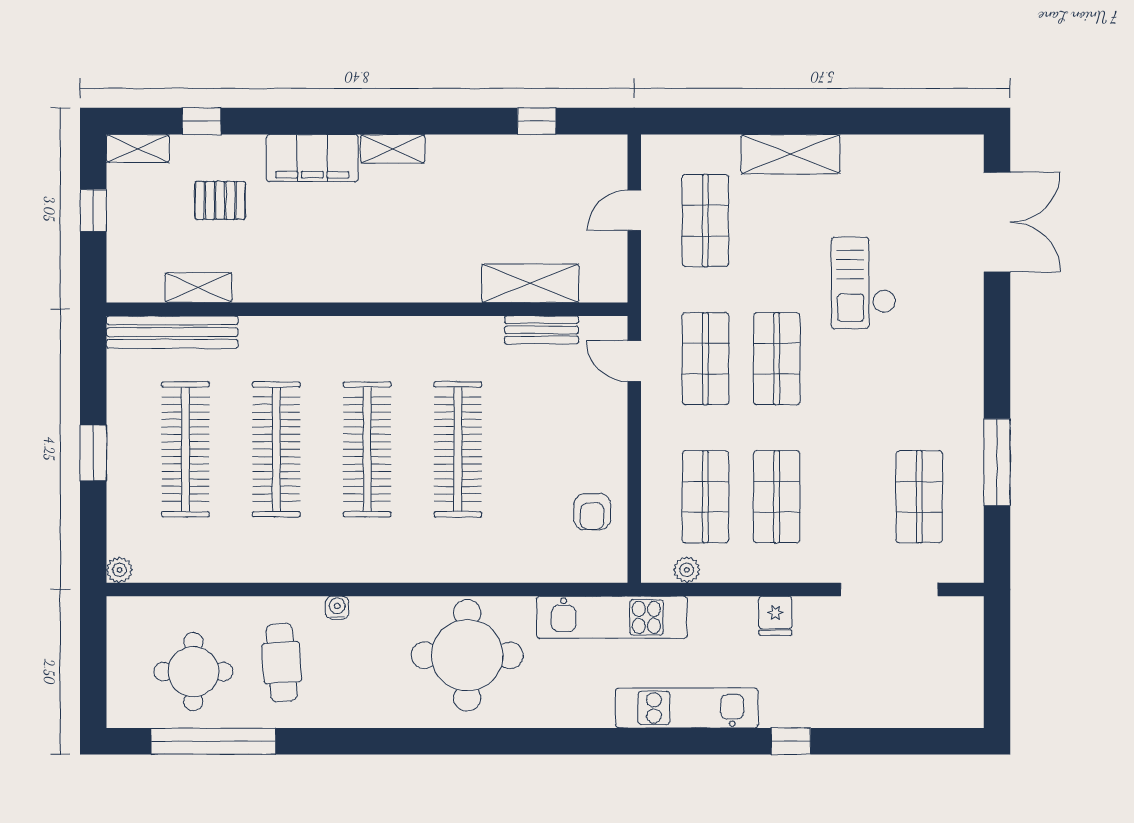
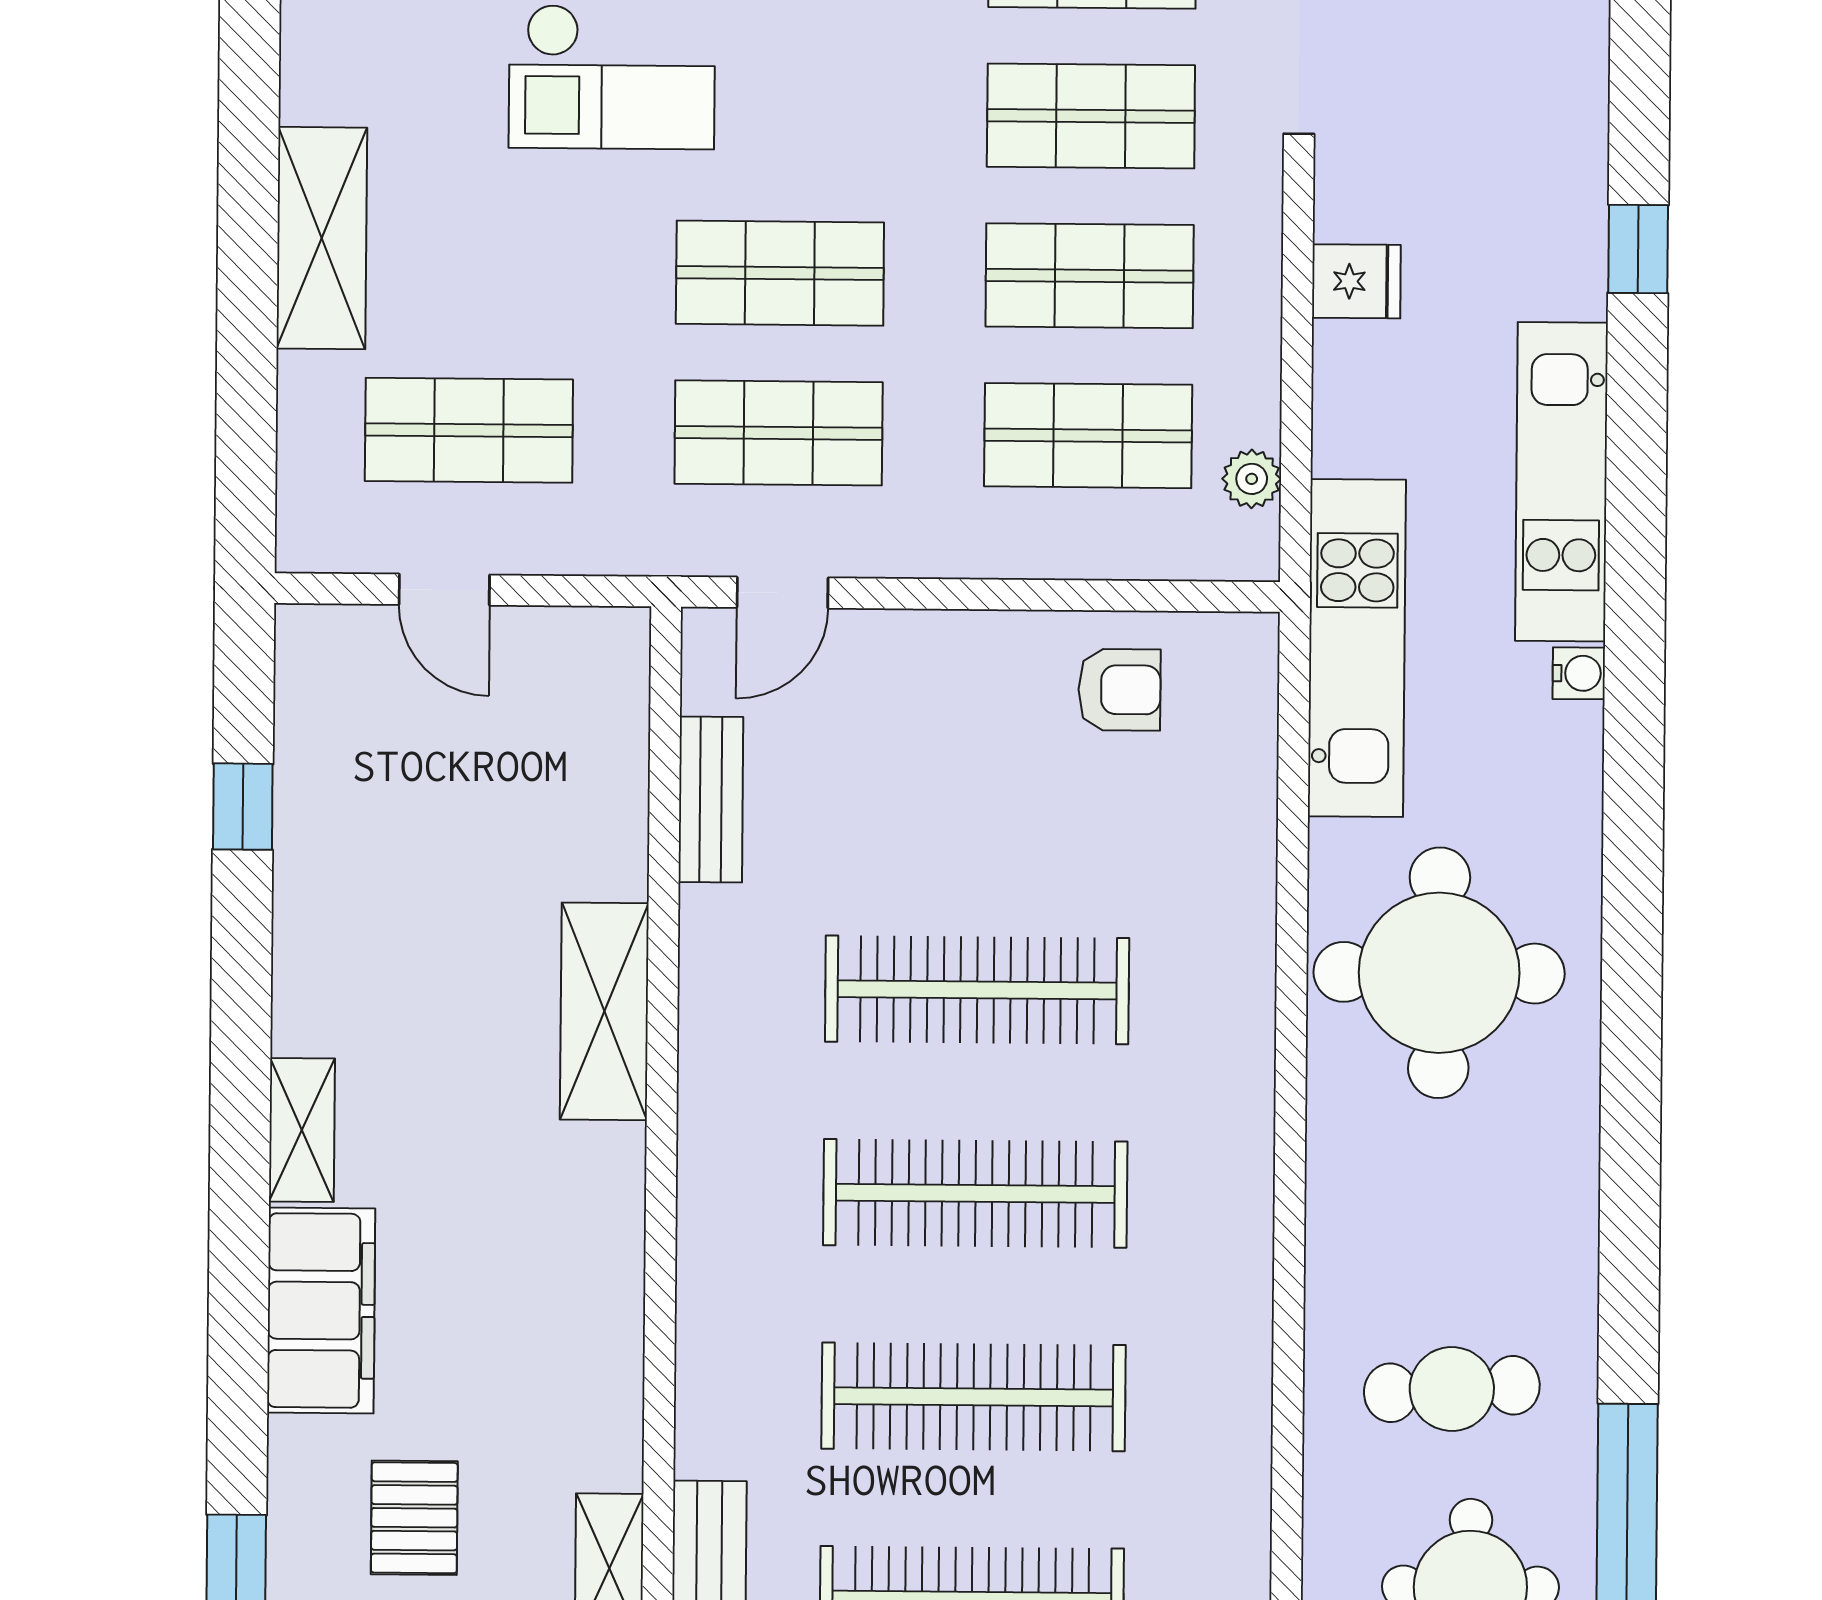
shelving: (530, 283) -> (604, 1011), moved
shop shelf: (848, 497) -> (1091, 116), added
water cooler: (337, 608) -> (1579, 673), moved, turned 180

